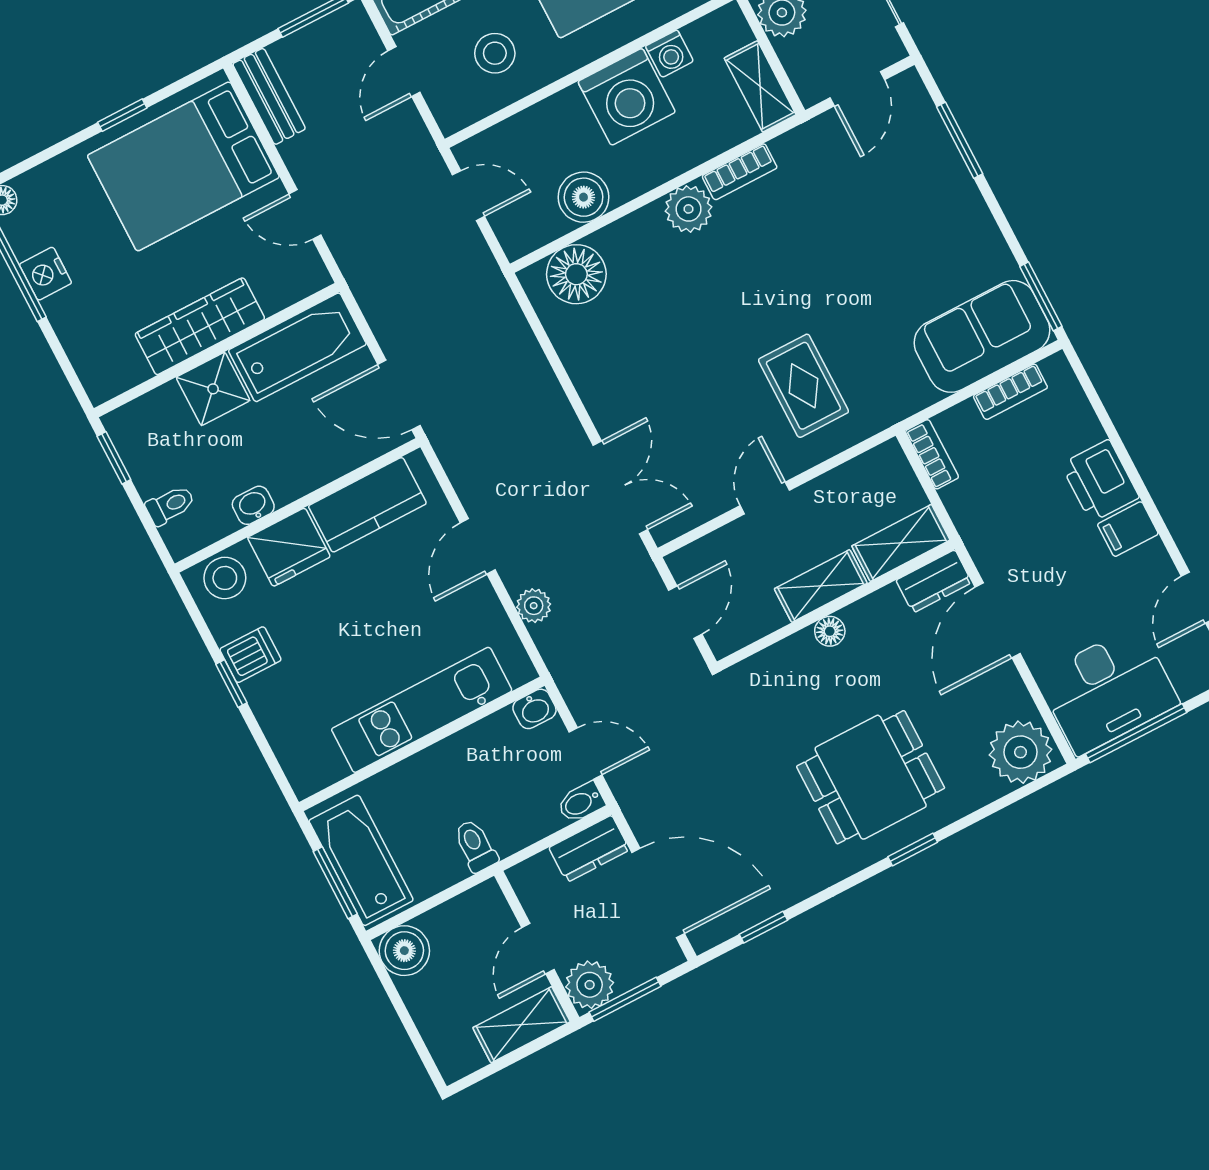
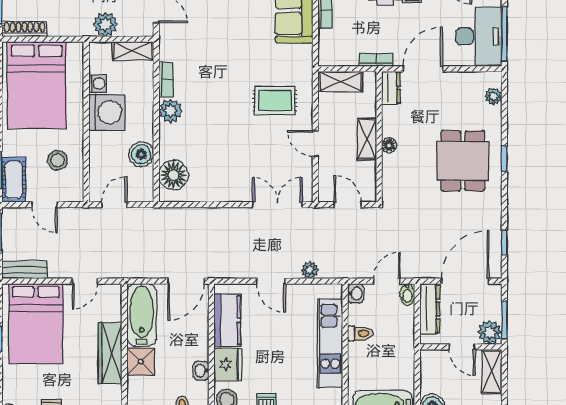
bookcase: (932, 454) -> (376, 60), moved
shelving: (901, 543) -> (340, 81), moved, turned 90
door: (998, 620) -> (423, 69), swing flipped
plant: (1021, 752) -> (493, 96), width x0.53, depth x0.53
toilet: (475, 846) -> (360, 333), moved, turned 180
dresser: (589, 849) -> (430, 309), width x1.44

